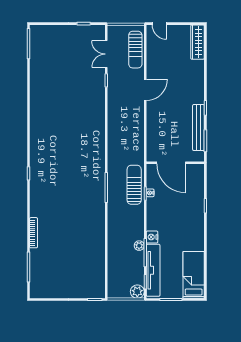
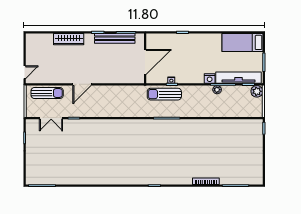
wardrobe: (198, 42) -> (69, 39), moved
door: (145, 90) -> (82, 84), swing flipped

